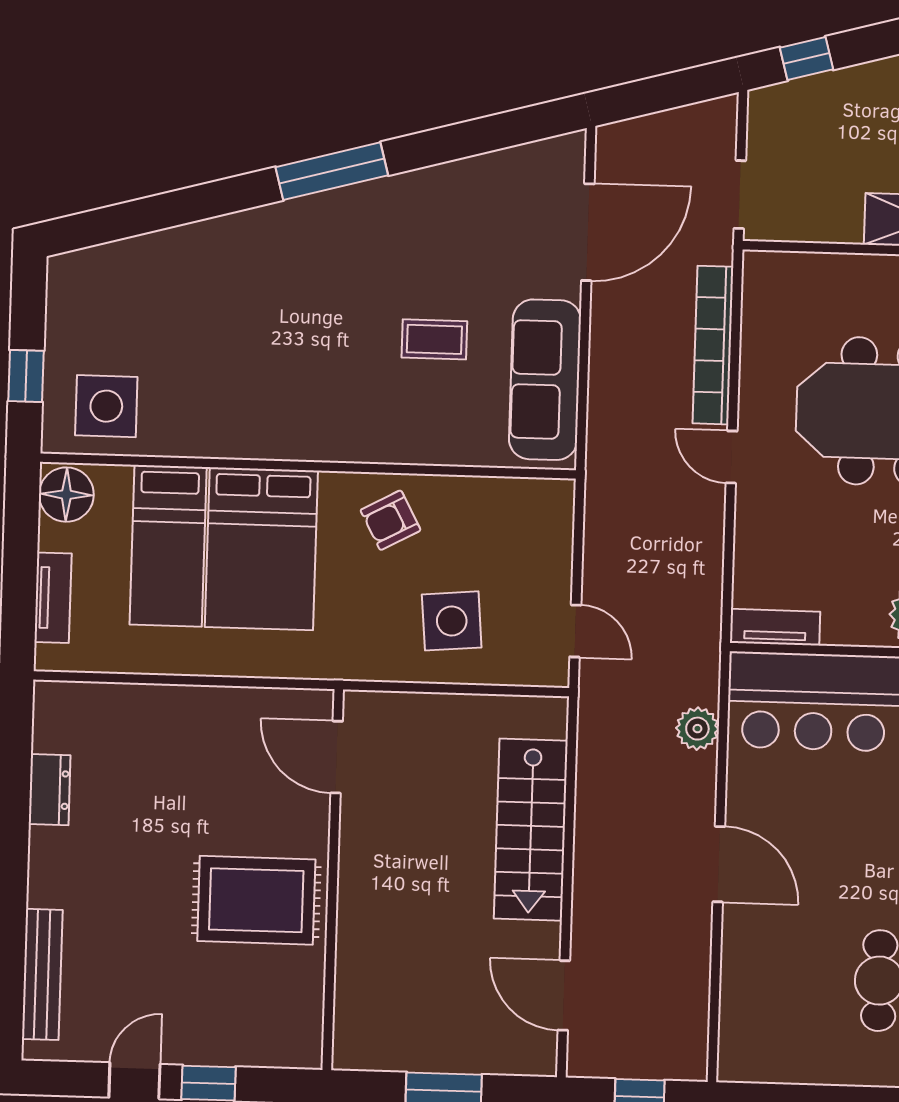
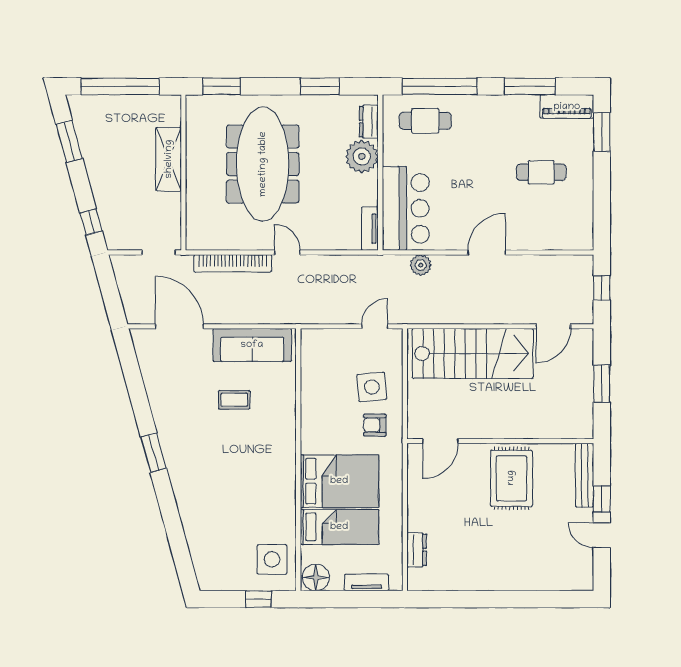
window: (332, 171) -> (154, 453), width x0.69
coffee table: (434, 339) -> (234, 400), turned 90
door: (732, 457) -> (287, 253), swing flipped
armchair: (391, 520) -> (375, 425), moved, turned 118
dresser: (50, 790) -> (417, 550), moved, turned 90
stairs: (531, 830) -> (473, 353), width x1.36, depth x1.51
bench: (42, 974) -> (585, 475), moved, turned 90

